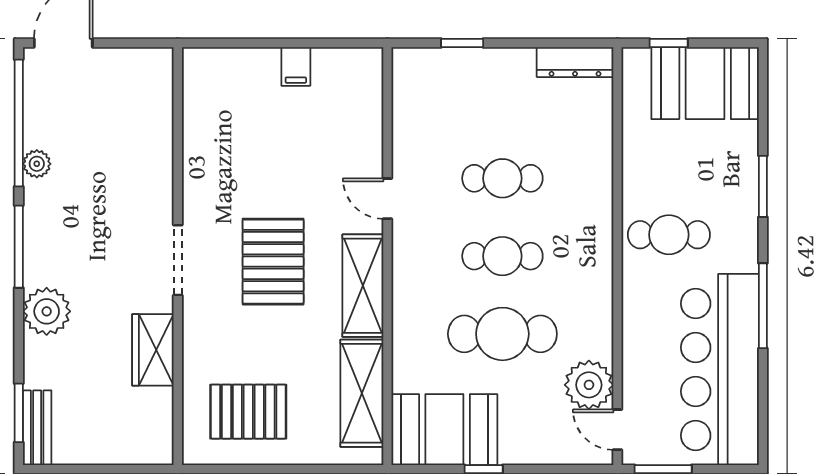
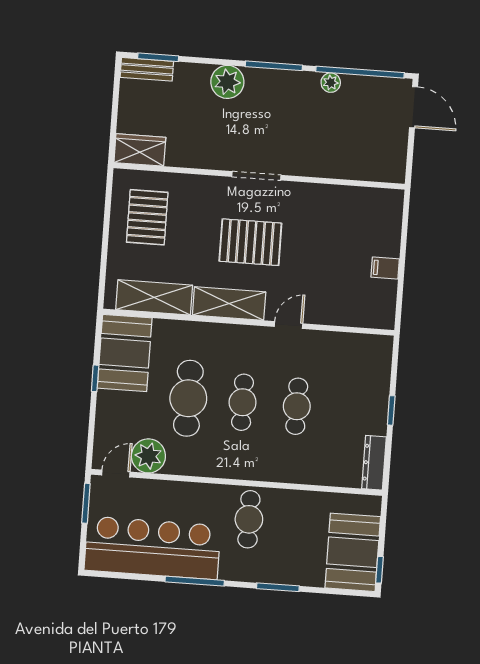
window: (462, 43) -> (391, 410), moved
window: (669, 43) -> (379, 570), moved
wardrobe: (153, 350) -> (140, 150), moved

